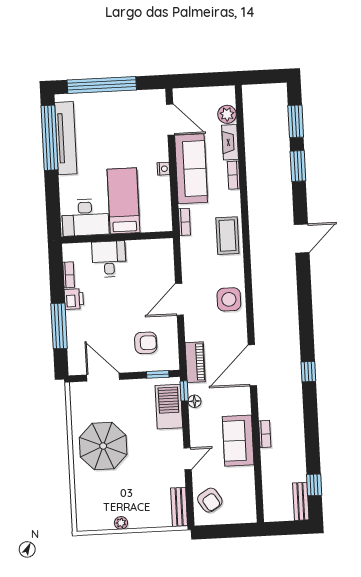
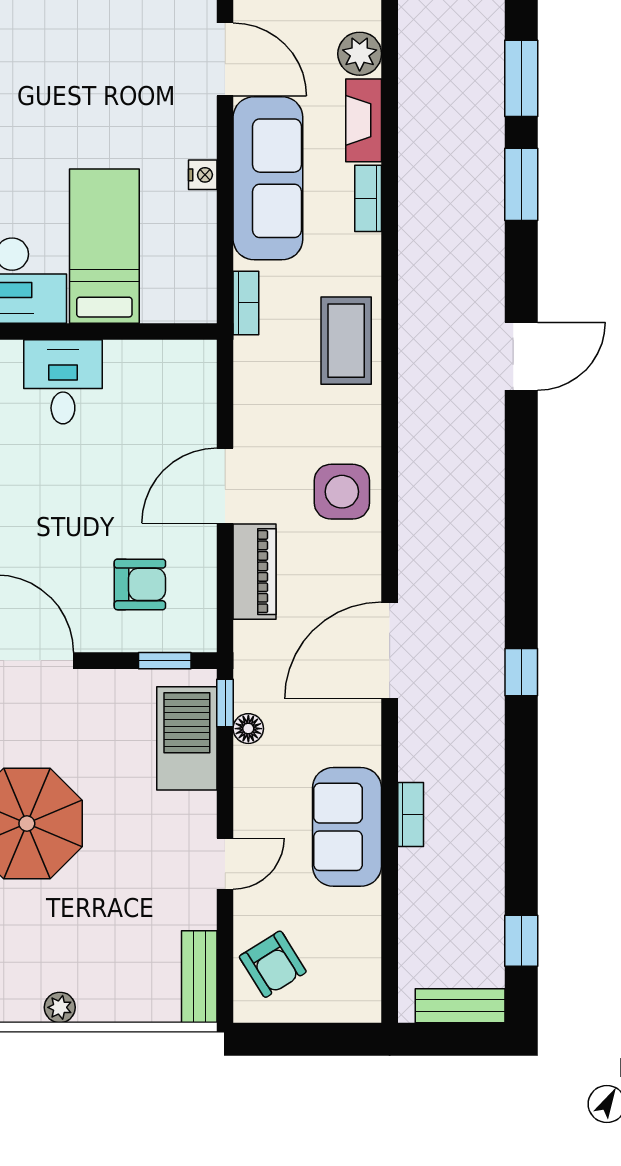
piano: (195, 362) -> (255, 572), moved
bench: (301, 501) -> (460, 1006), moved, turned 90

